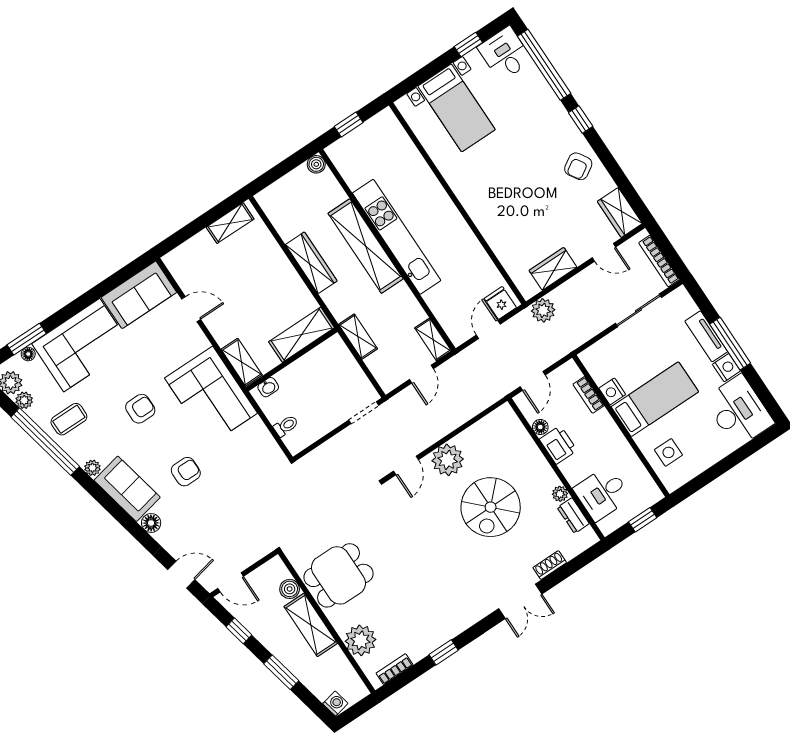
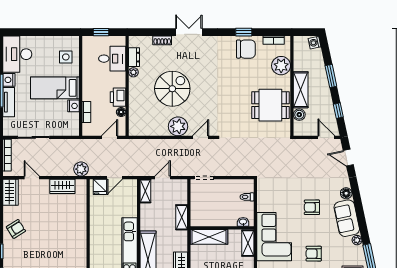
chair: (425, 631) -> (246, 49), added

